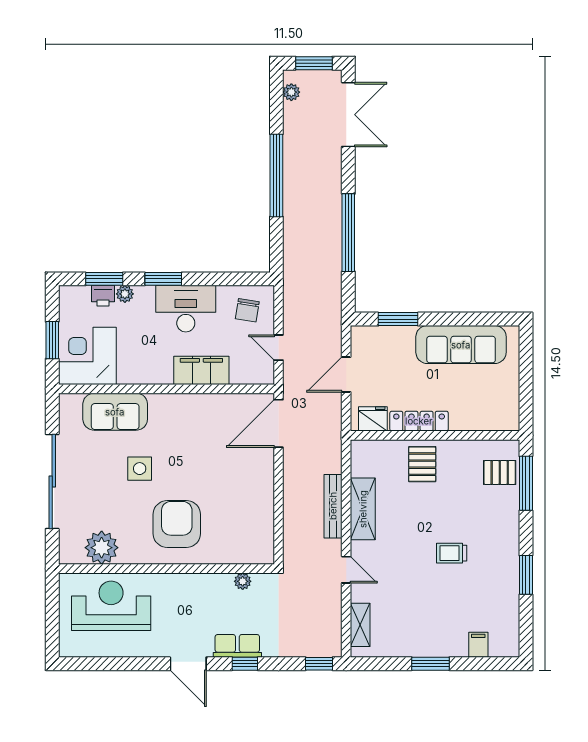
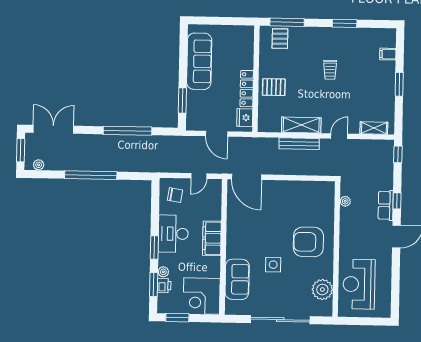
window: (52, 340) -> (177, 318), moved
filing cabinet: (201, 370) -> (212, 238), moved

